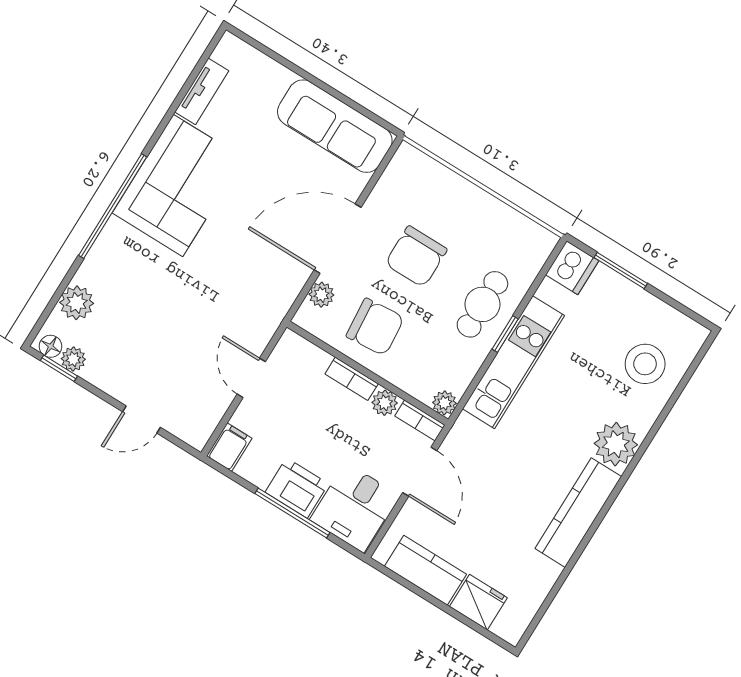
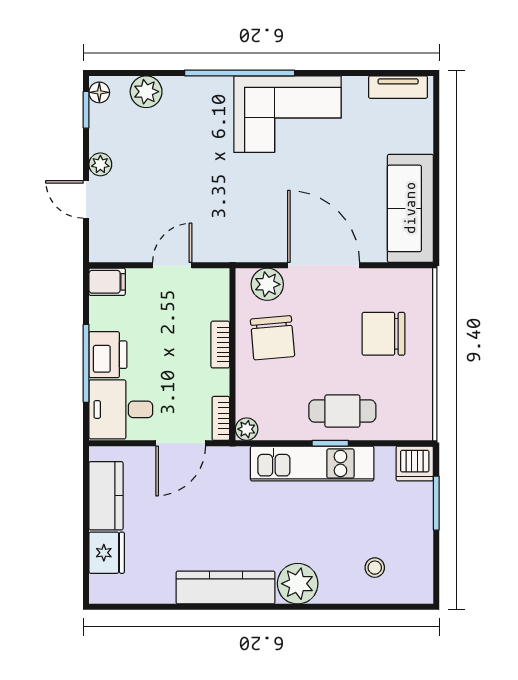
tv unit: (202, 91) -> (398, 87), moved
chair: (416, 257) -> (384, 334), moved
plant: (321, 295) -> (267, 284), width x1.38, depth x1.38
plant: (73, 359) -> (100, 164), moved
stool: (645, 364) -> (375, 568), width x0.53, depth x0.53
plant: (385, 403) -> (218, 382), removed

